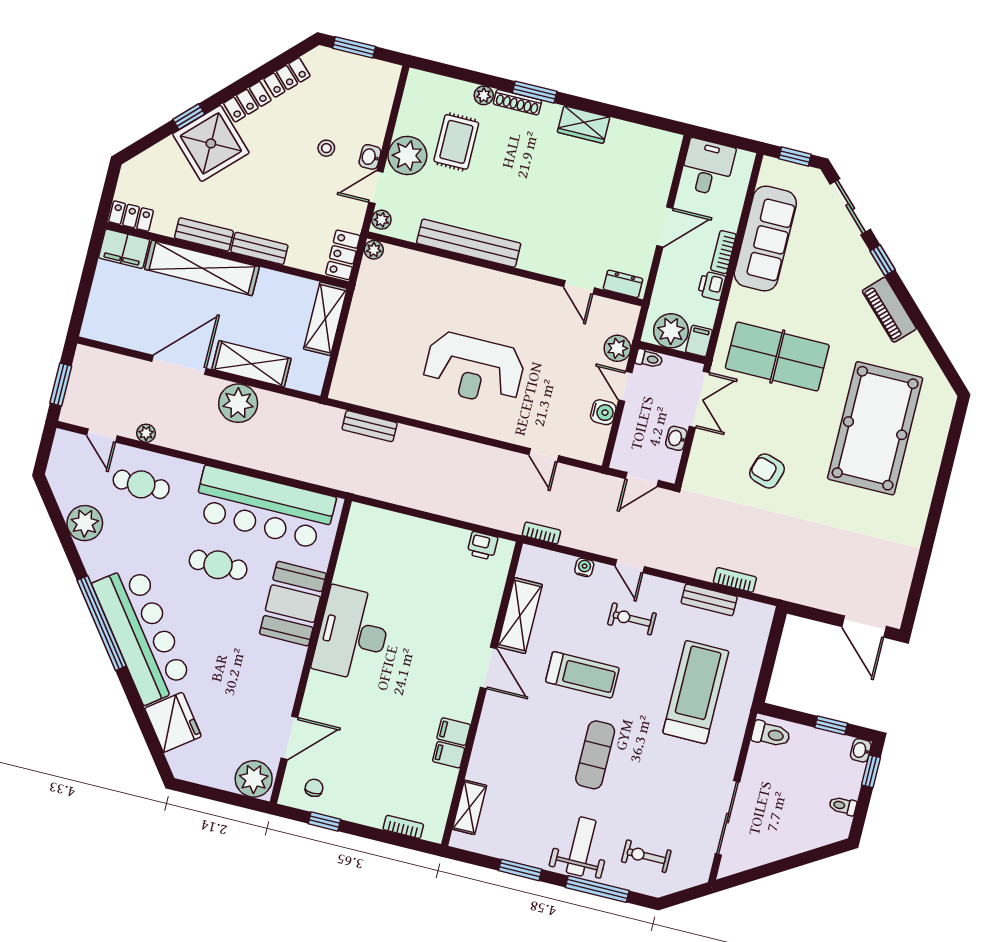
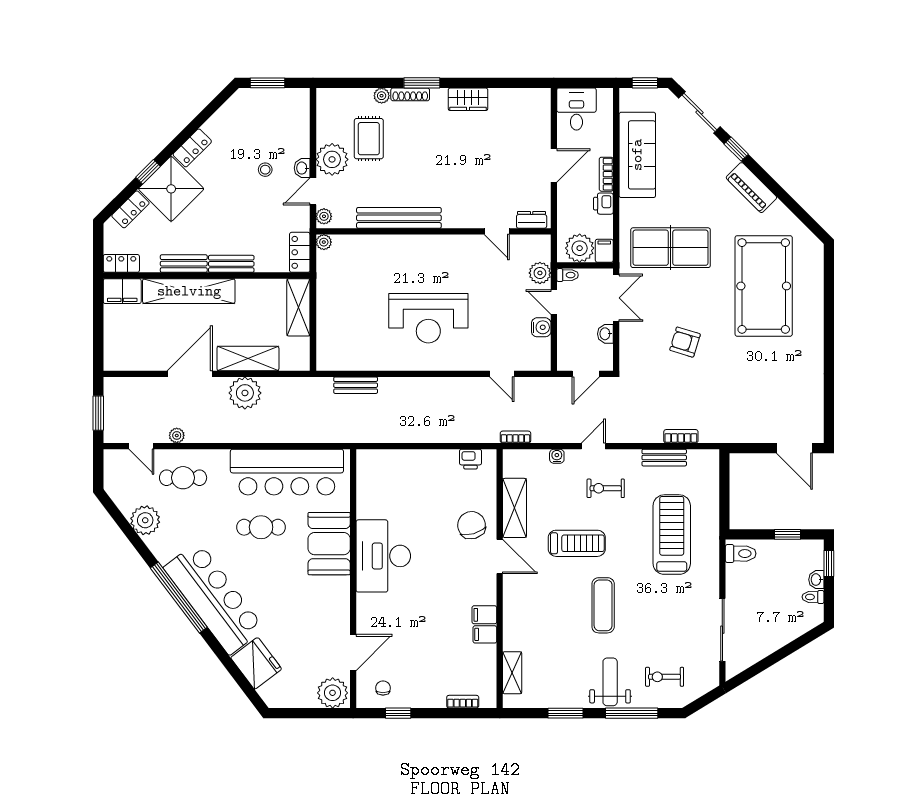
locker: (287, 77) -> (130, 209), moved
door: (630, 566) -> (593, 446), swing flipped
chair: (465, 623) -> (472, 525), added
washbasin: (861, 750) -> (816, 580), moved

